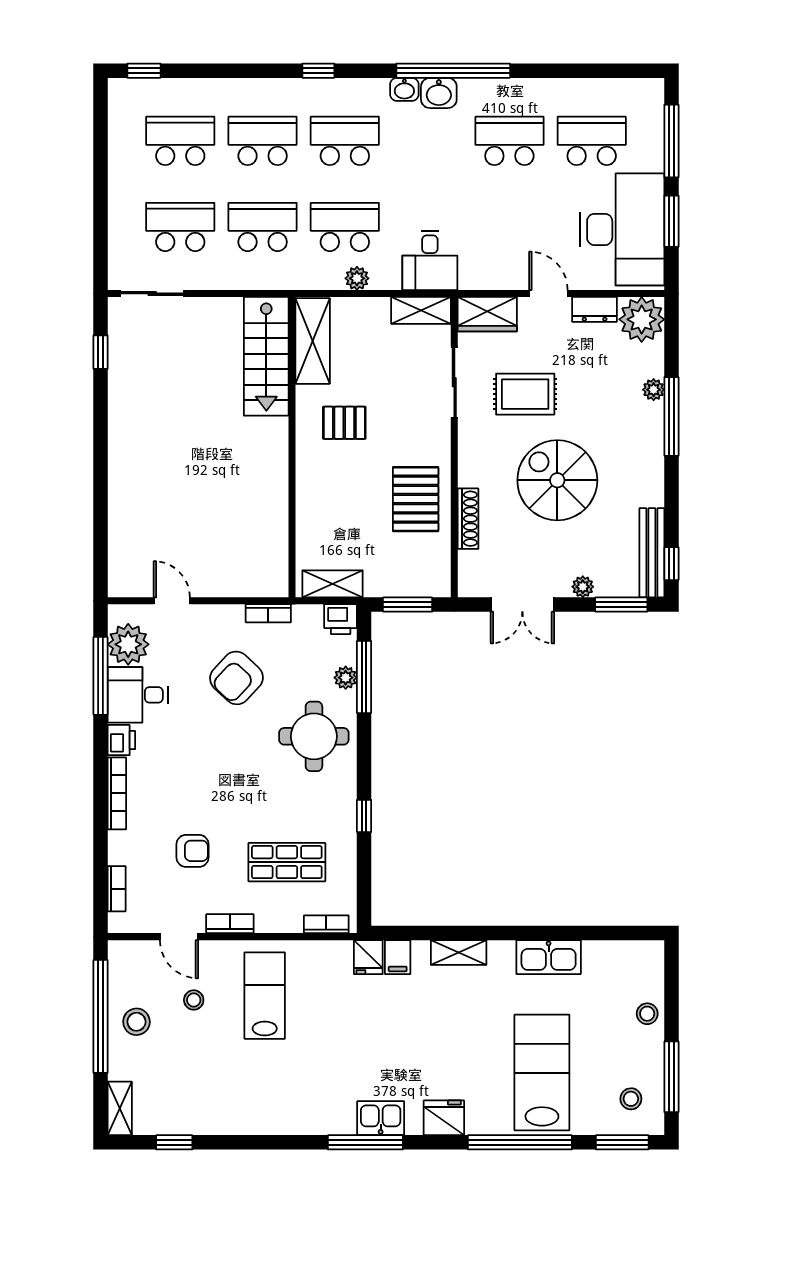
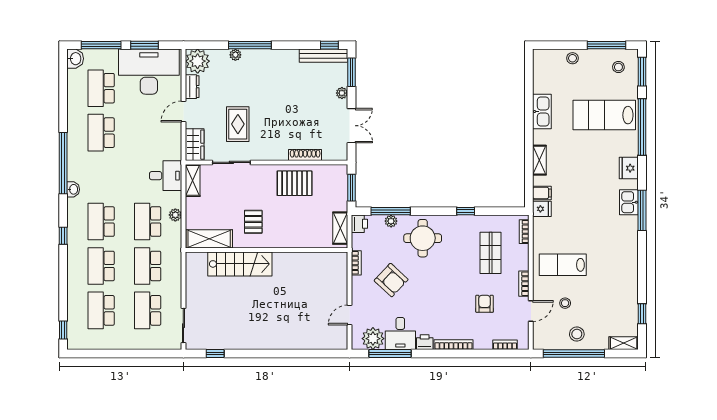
washbasin: (439, 93) -> (75, 59), moved
stairs: (266, 356) -> (240, 264), moved
spiral stairs: (557, 480) -> (284, 107), removed

